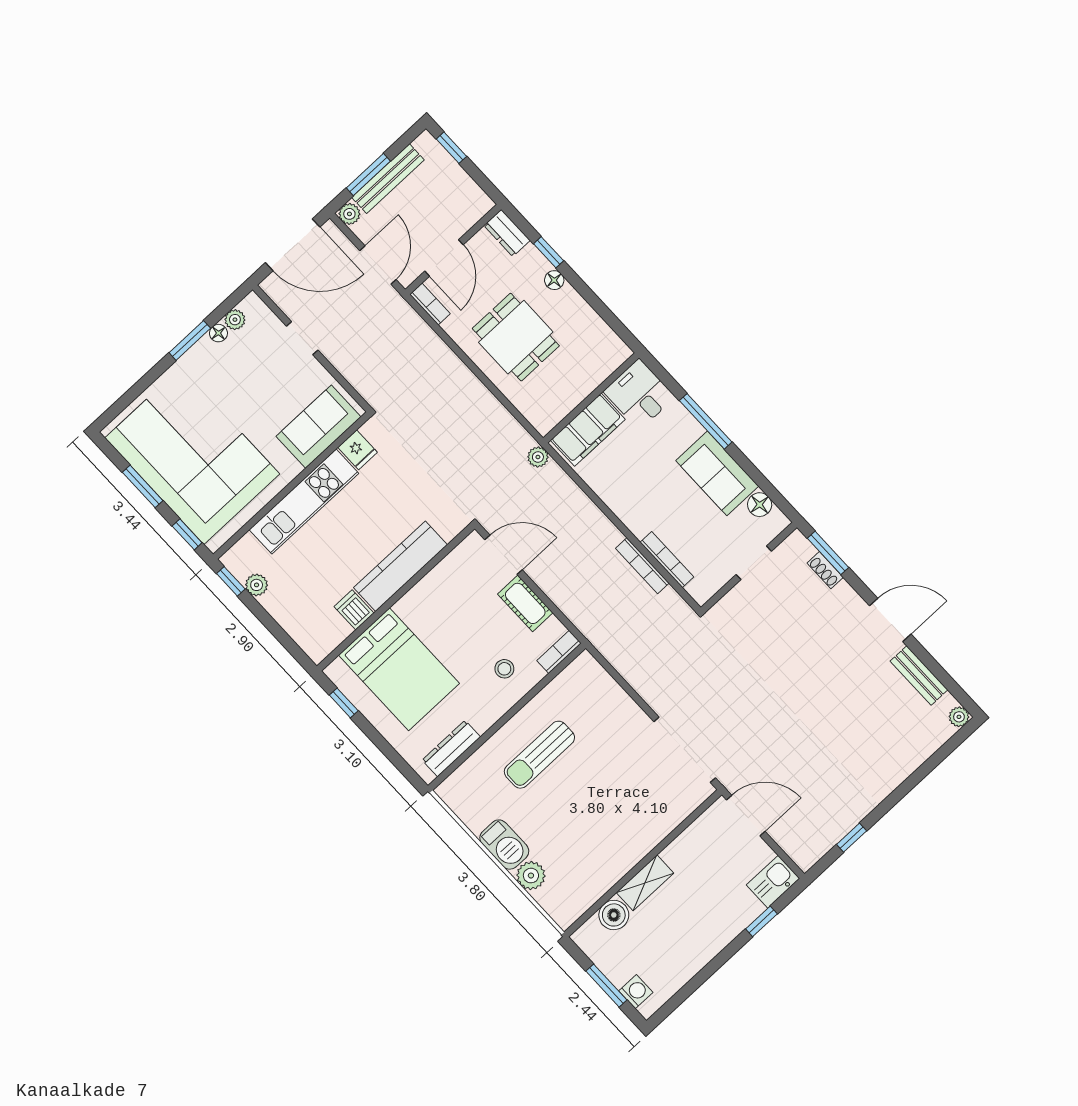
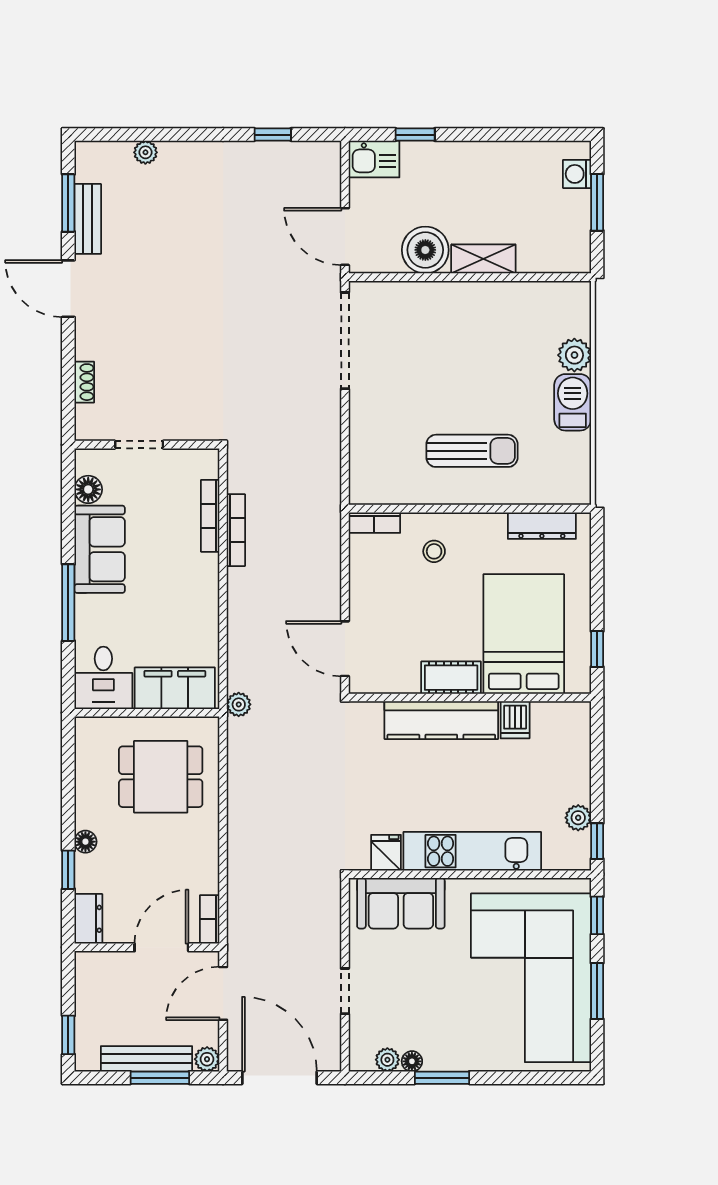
dining table: (516, 337) -> (161, 777), moved, turned 90
window: (828, 553) -> (68, 203), moved
cot: (525, 603) -> (451, 678), moved, turned 90
plant: (959, 717) -> (145, 152), moved
boiler: (614, 915) -> (425, 250), moved, width x1.37, depth x1.37

